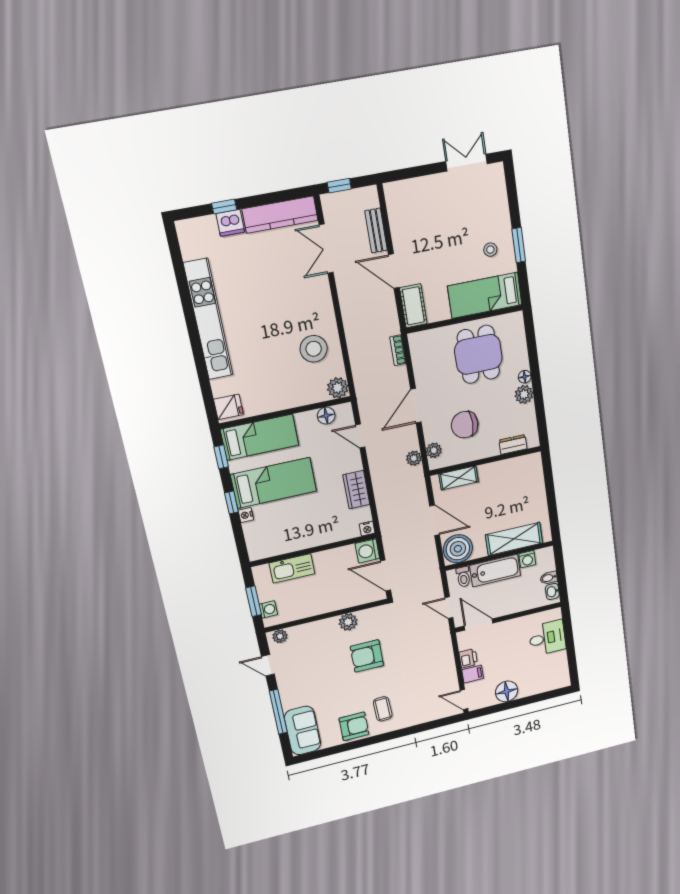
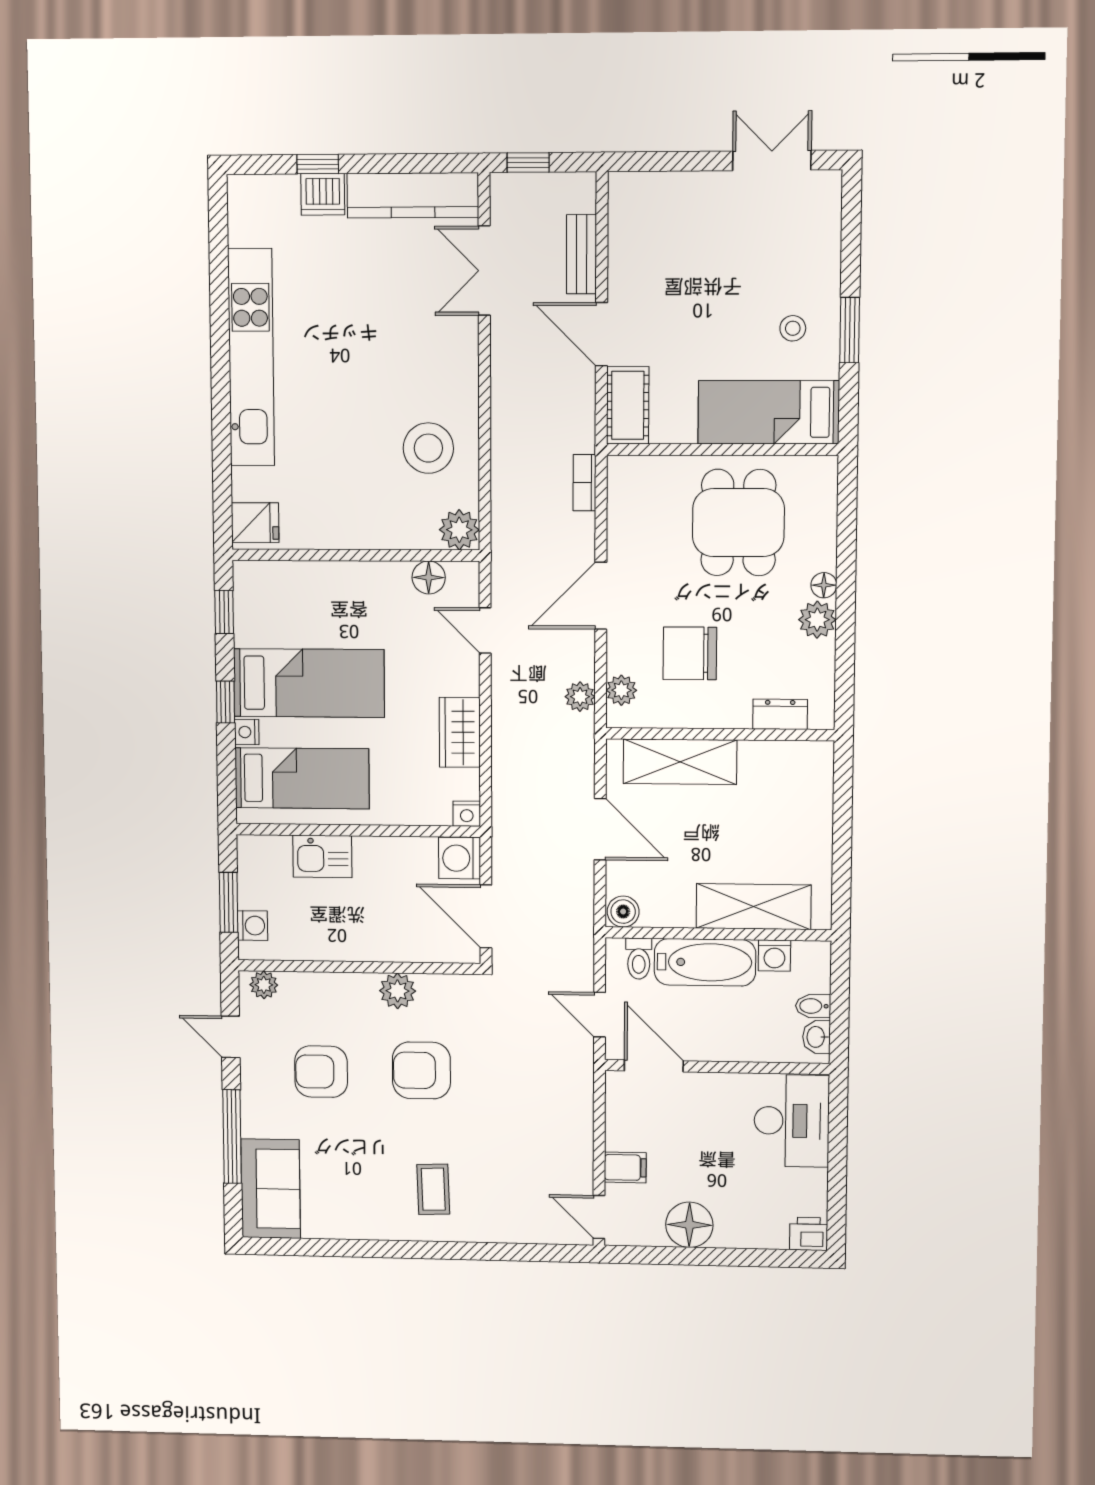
bed: (260, 437) -> (302, 778), moved
shelving: (459, 478) -> (680, 762), width x1.50, depth x1.33
boiler: (458, 549) -> (623, 912), width x0.54, depth x0.54
kitchen sink: (292, 568) -> (322, 856), width x0.73
desk: (547, 638) -> (792, 1121), width x1.37
printer: (468, 658) -> (809, 1234), moved, turned -90
armchair: (354, 726) -> (321, 1072), moved, turned 180

